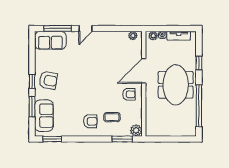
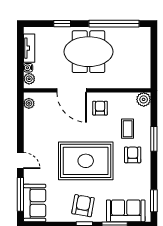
rug: (85, 83) -> (86, 161), added
window: (122, 139) -> (154, 139), moved

